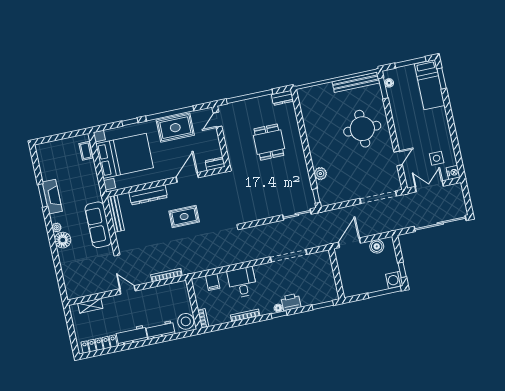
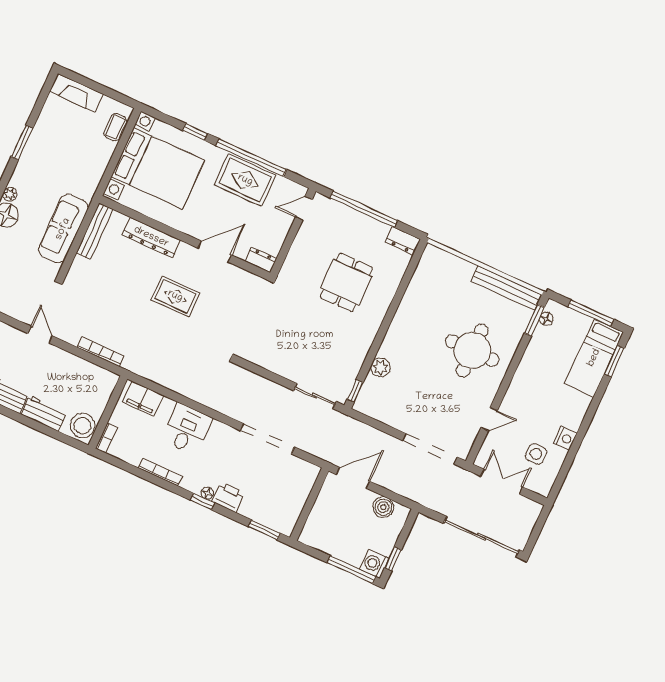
nightstand: (453, 172) -> (565, 438), moved
fireplace: (52, 197) -> (76, 93), moved, turned 90
filing cabinet: (213, 282) -> (143, 399), width x2.00

